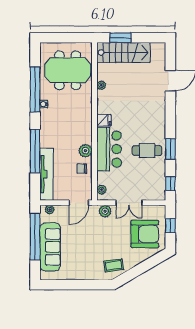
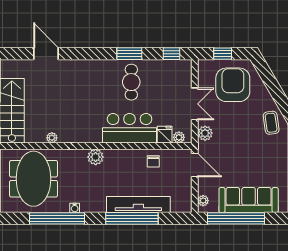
fridge: (104, 120) -> (165, 135), moved
plant: (85, 151) -> (96, 157), moved
tv unit: (46, 174) -> (138, 204), moved

